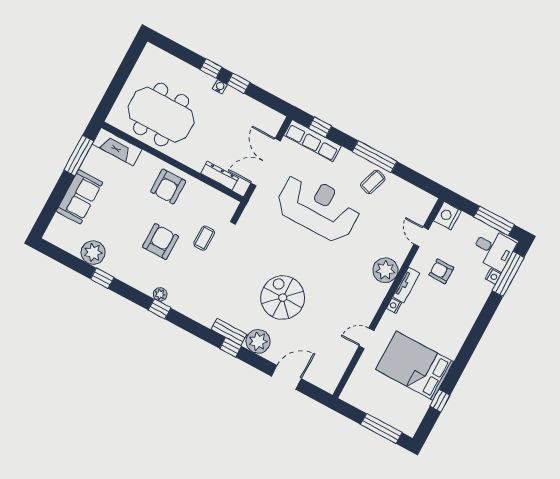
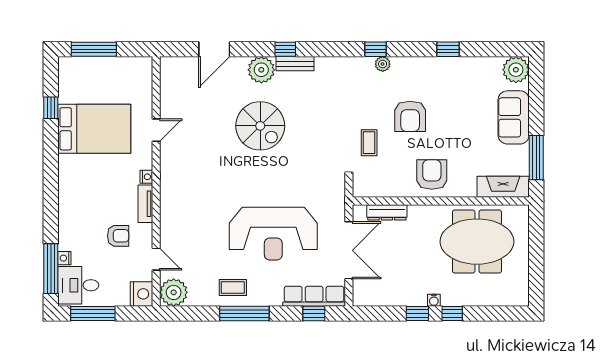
coffee table: (373, 182) -> (233, 288), turned 72
plant: (93, 253) -> (516, 70), moved
plant: (385, 270) -> (174, 292), moved

